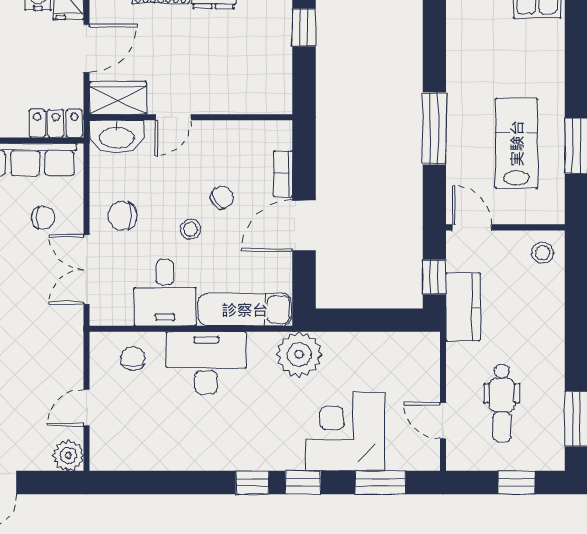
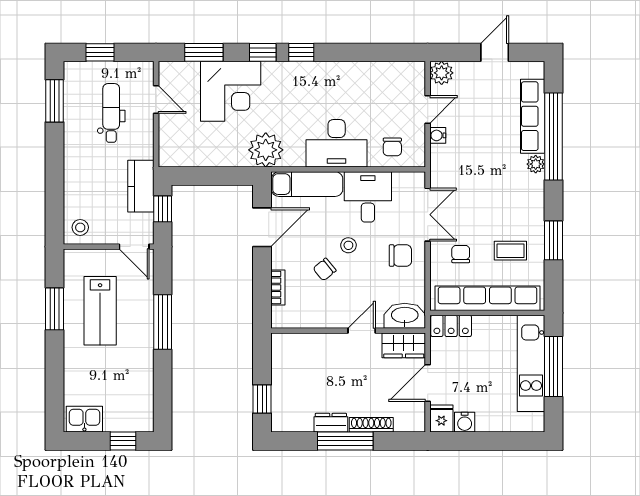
chair: (43, 218) -> (461, 254), turned 90
door: (304, 226) -> (262, 227), moved
water cooler: (73, 373) -> (438, 135), added

